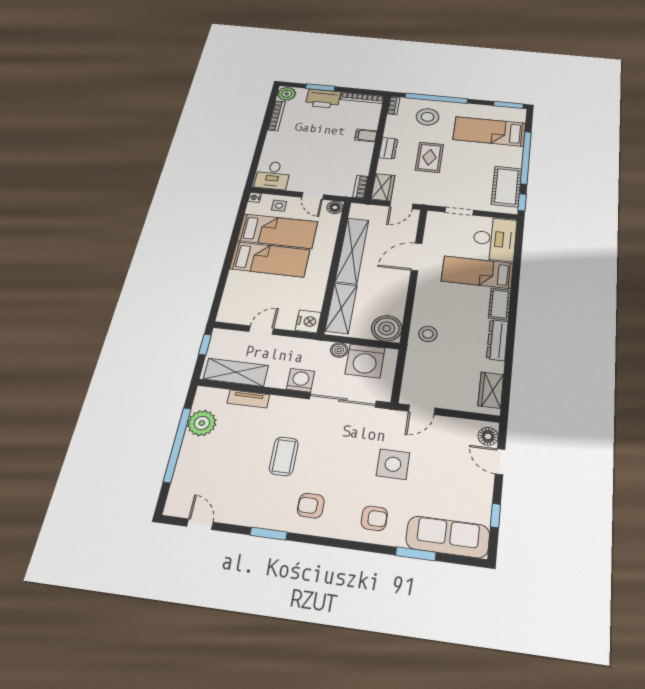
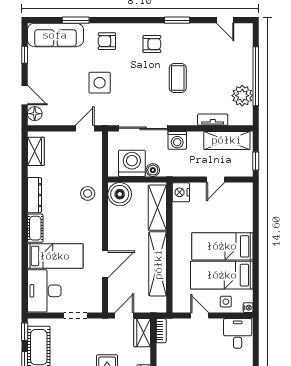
floor lamp: (335, 207) -> (179, 306), removed

